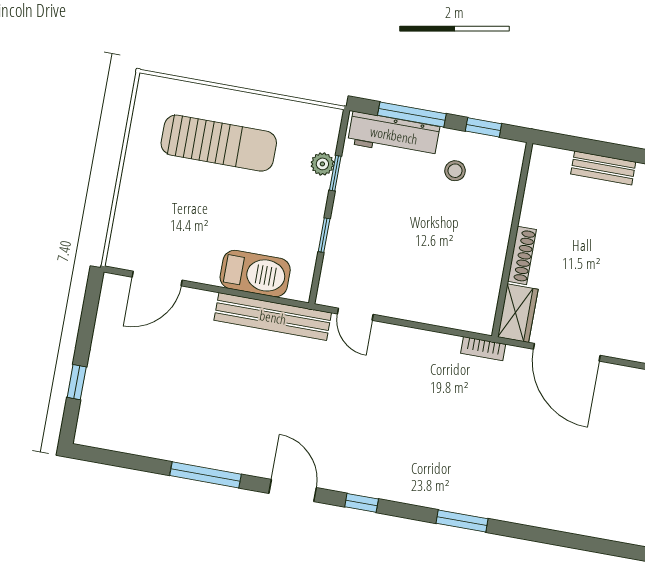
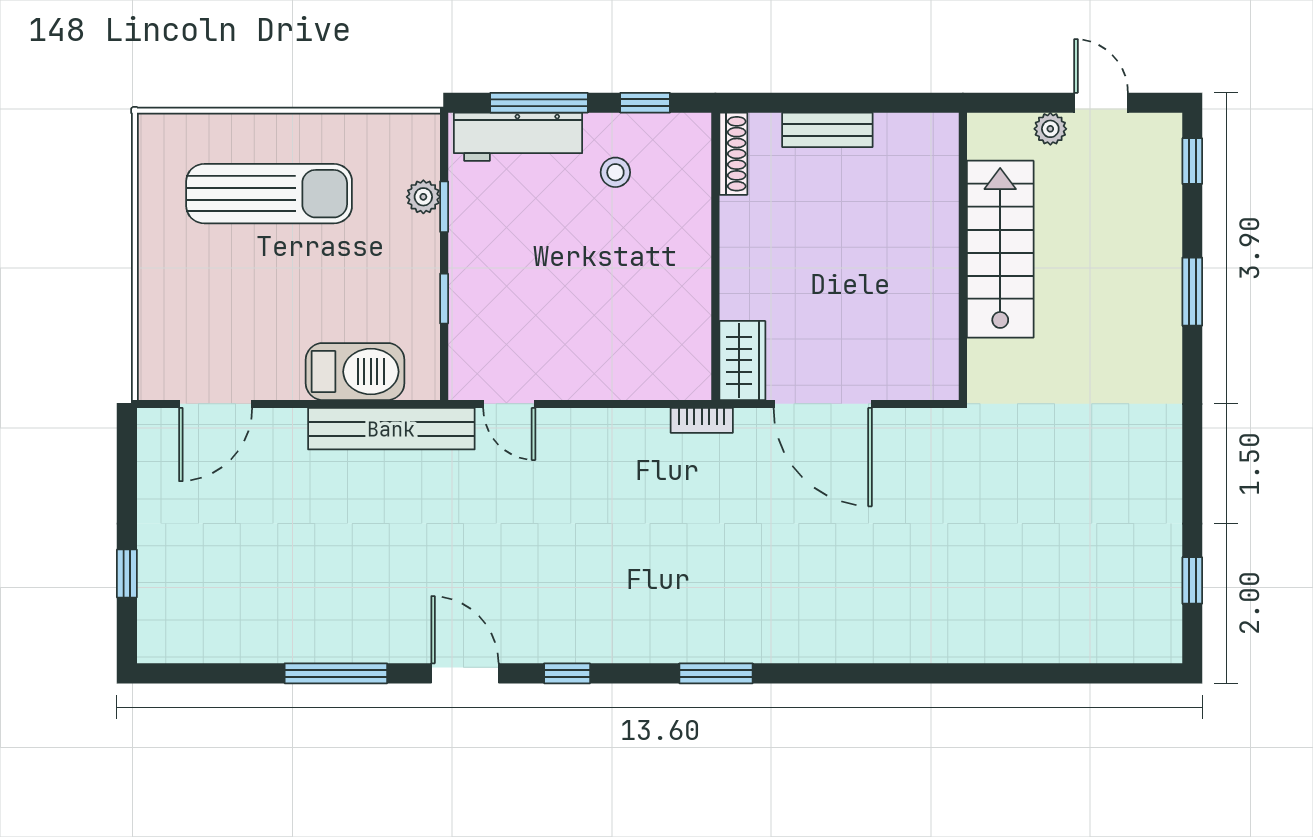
shoe rack: (522, 255) -> (733, 154), moved

